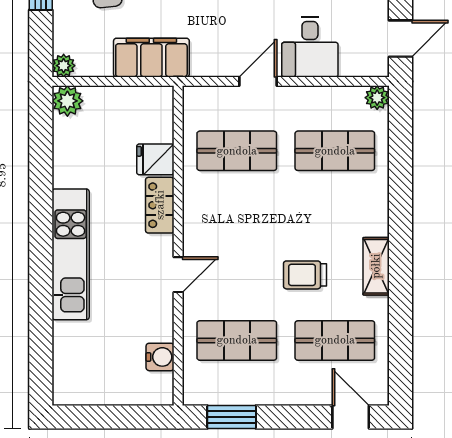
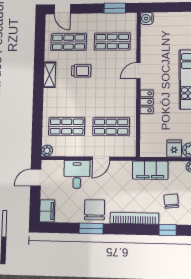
fridge: (155, 159) -> (174, 149), moved, turned -90
water cooler: (160, 357) -> (147, 19), moved

